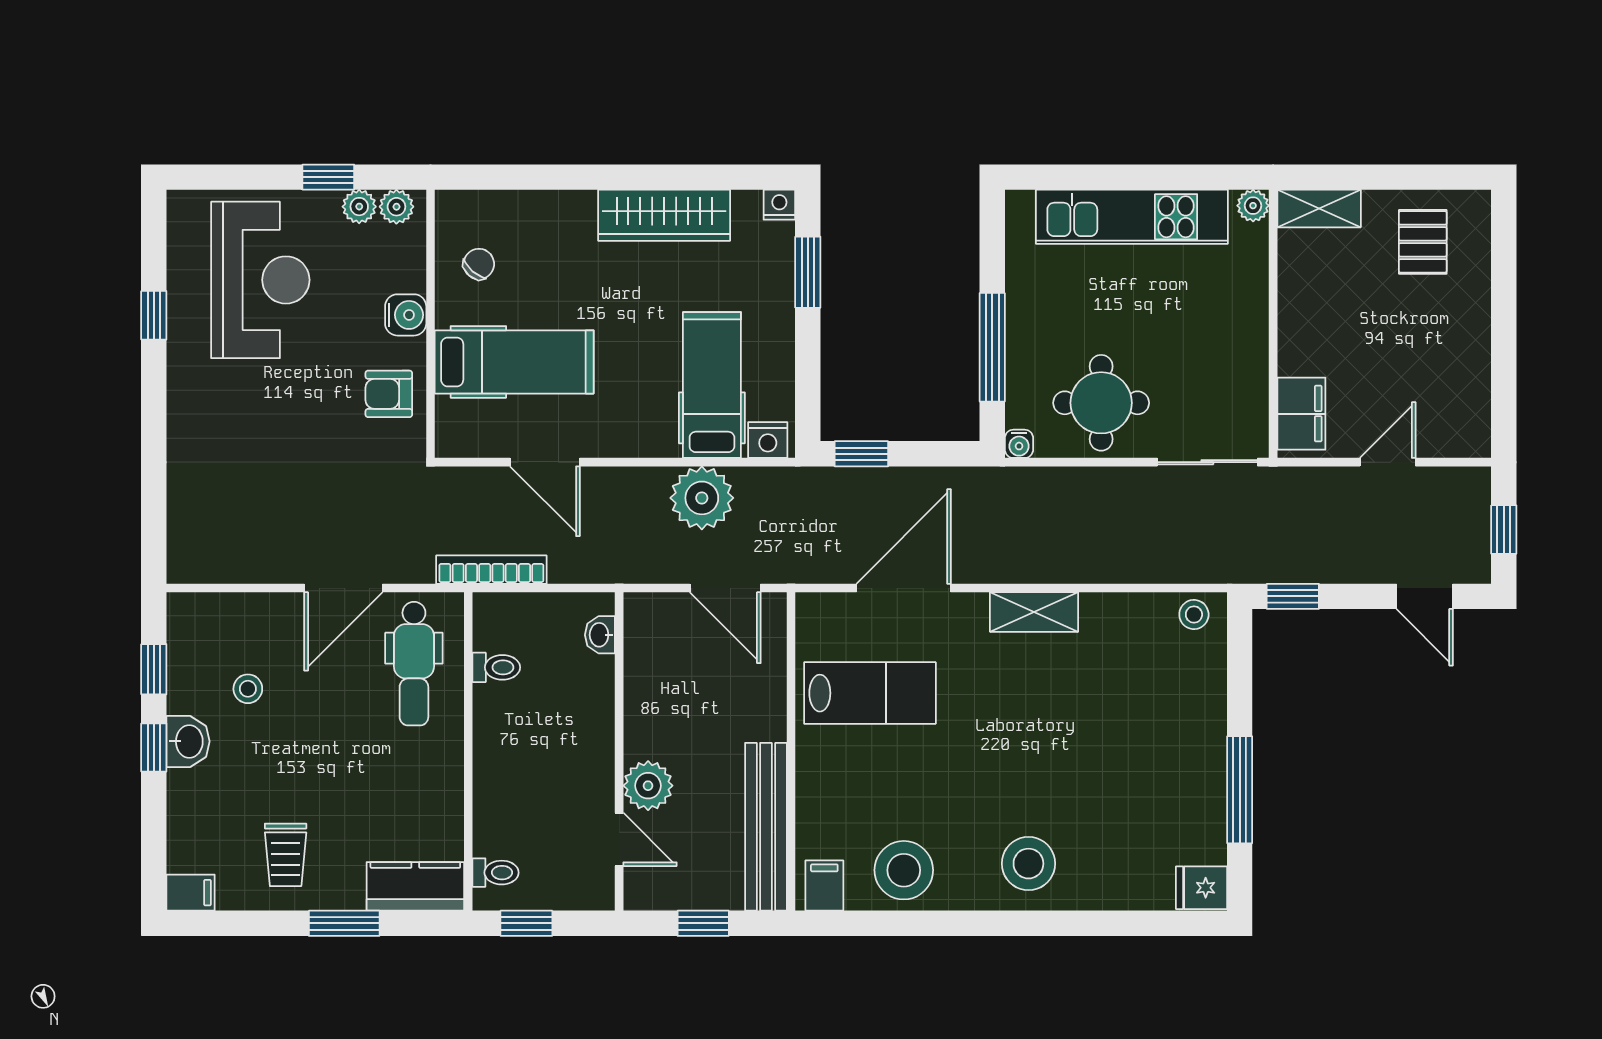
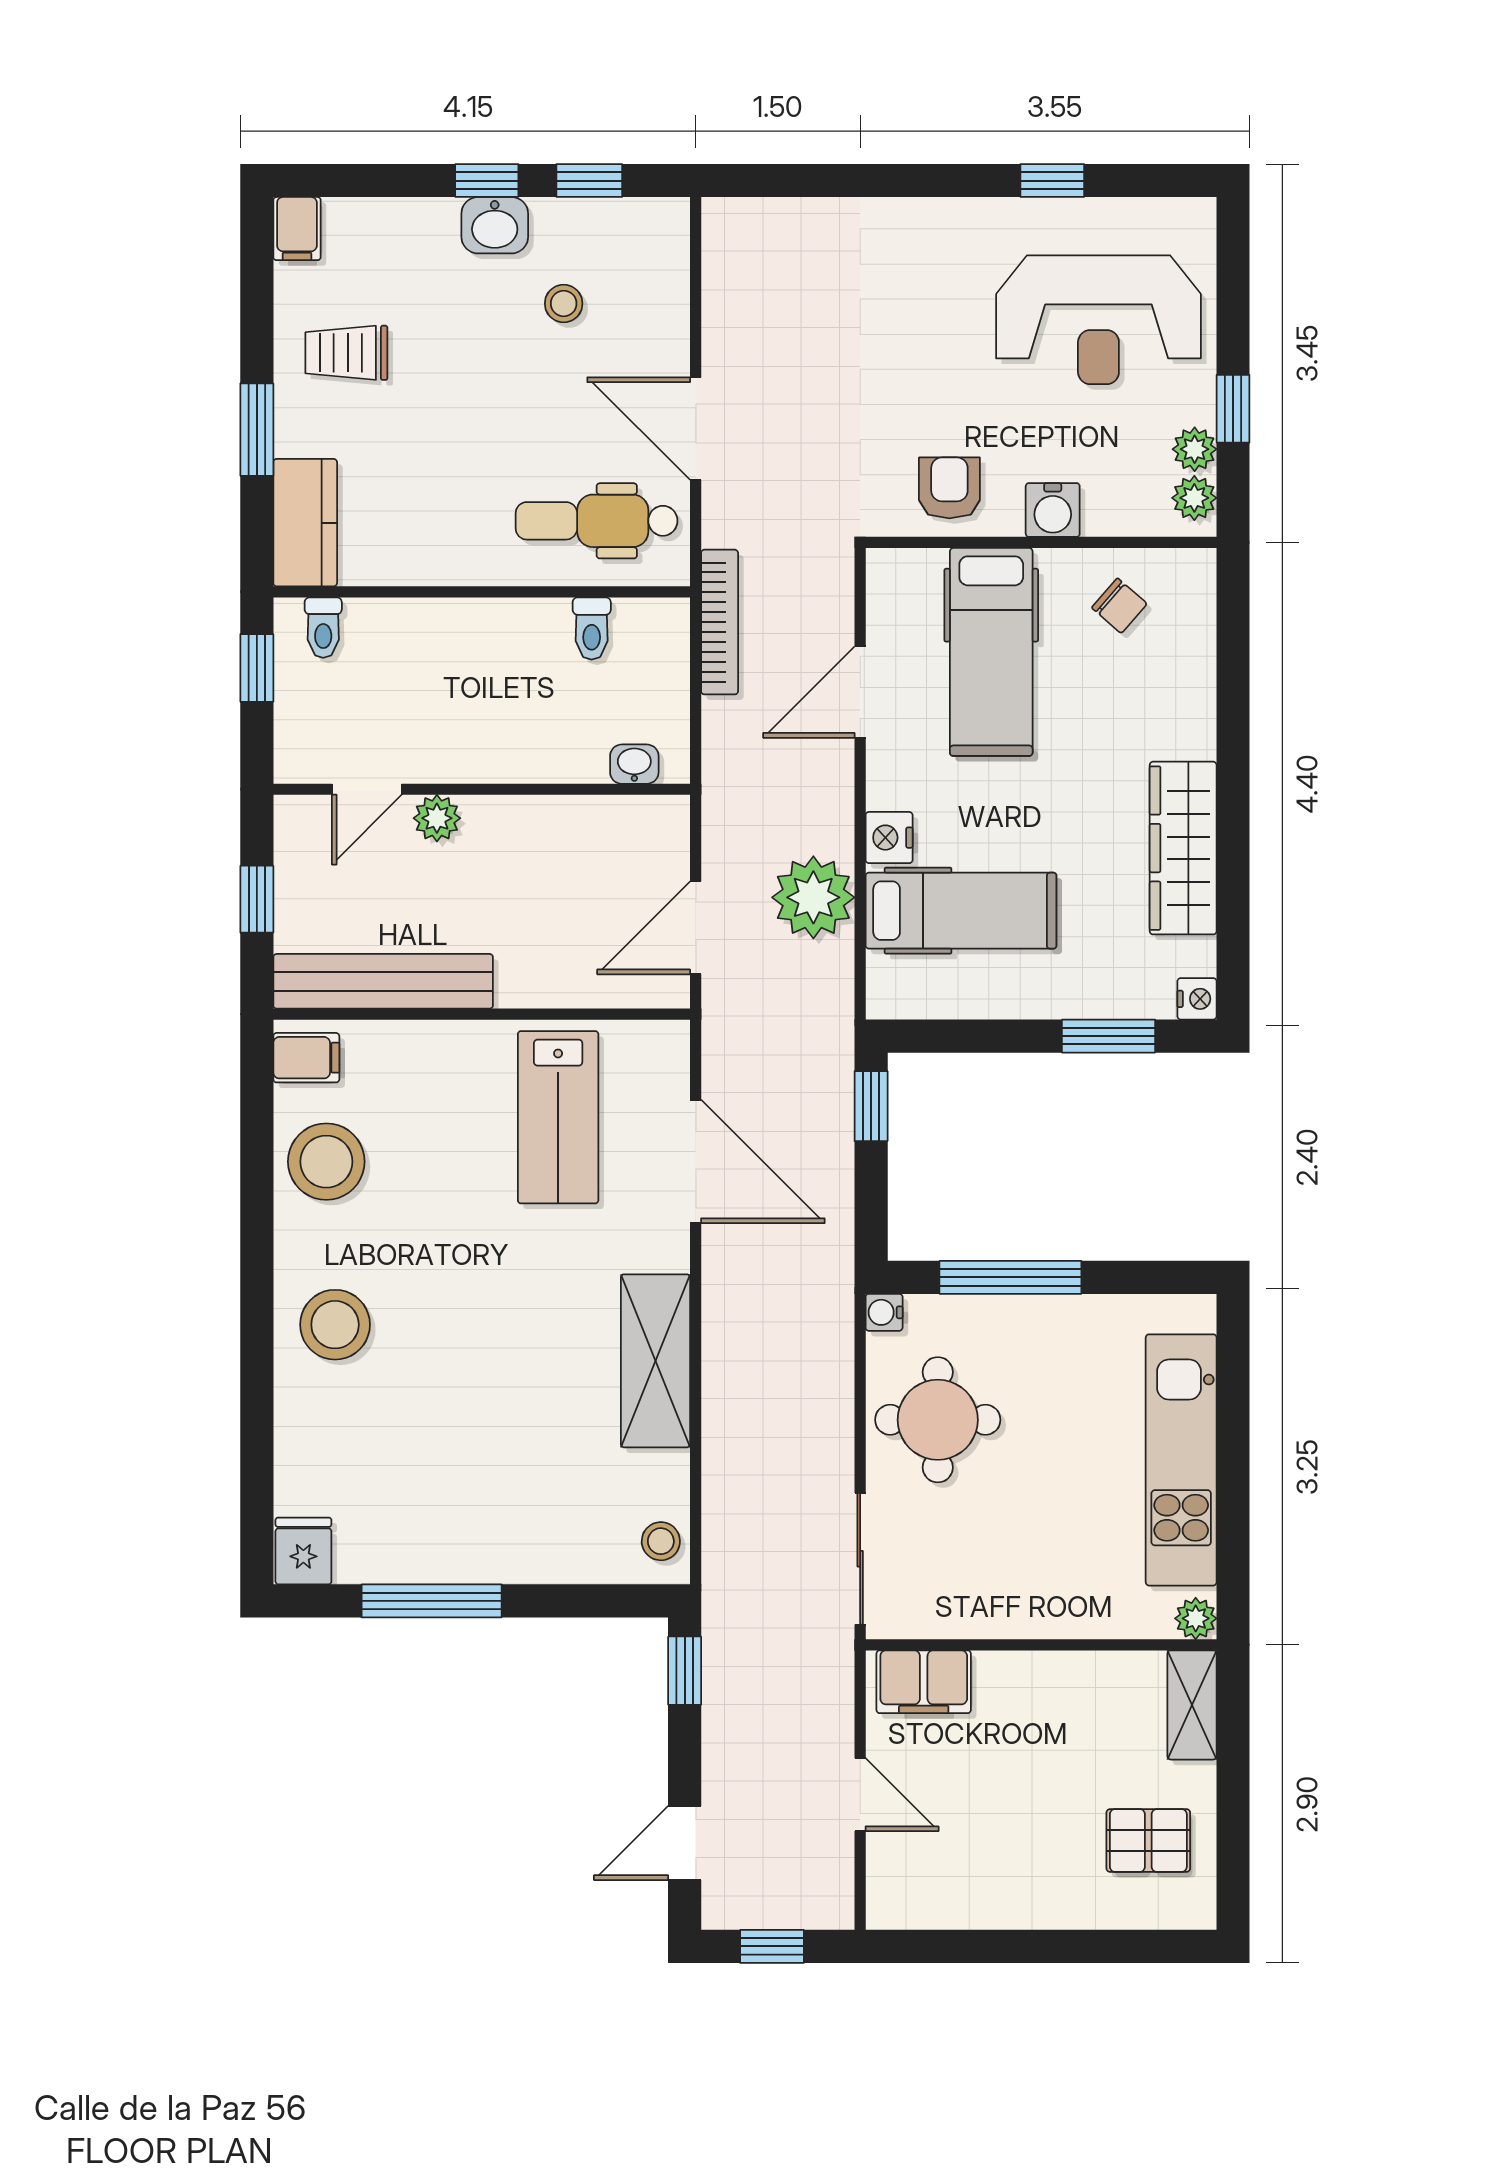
nightstand: (768, 440) -> (889, 838), moved
shelving: (1034, 612) -> (655, 1361), width x1.50, depth x1.33
plant: (648, 786) -> (437, 818), width x0.73, depth x0.73

